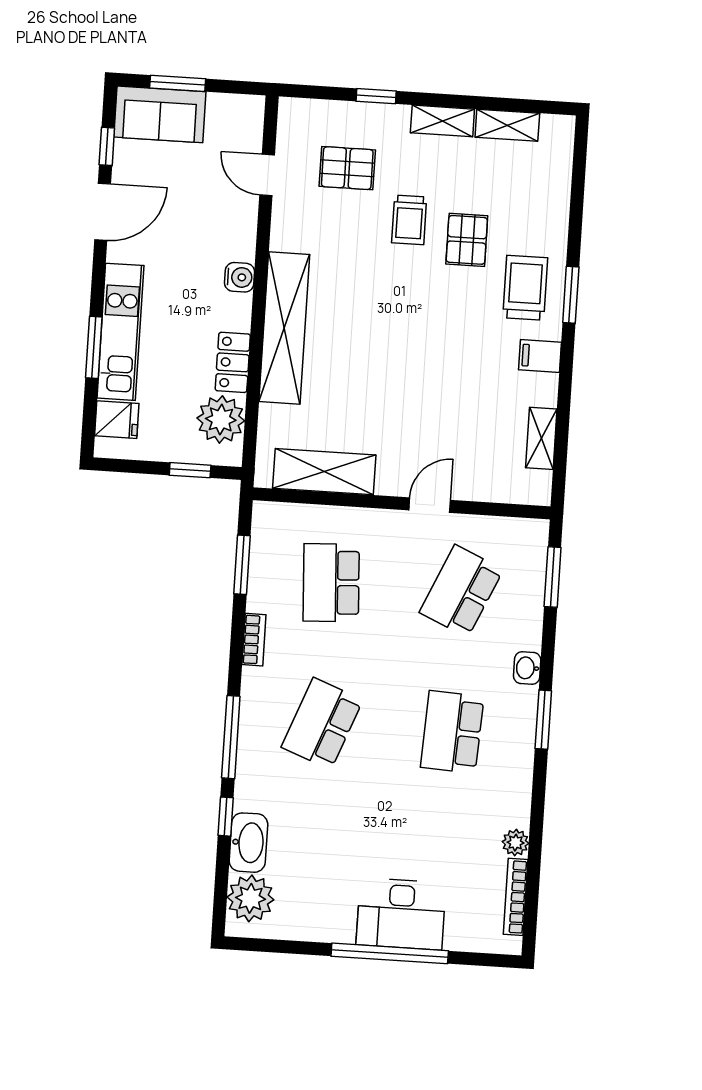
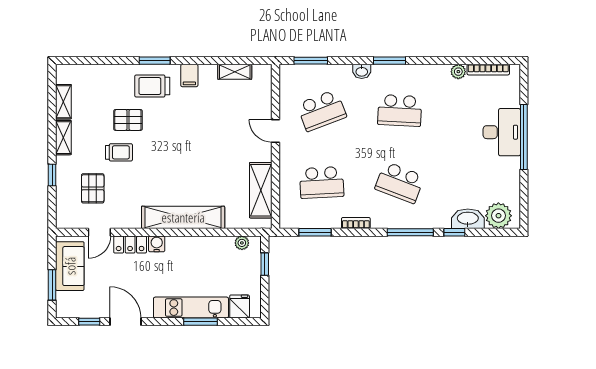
sofa: (160, 114) -> (70, 266), moved
locker: (233, 362) -> (130, 245), moved
plant: (221, 419) -> (242, 243), width x0.53, depth x0.53
school desk: (461, 591) -> (322, 110), turned -45

